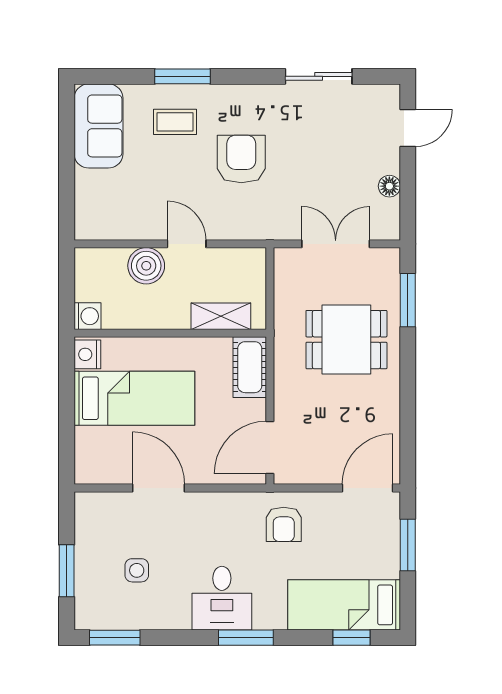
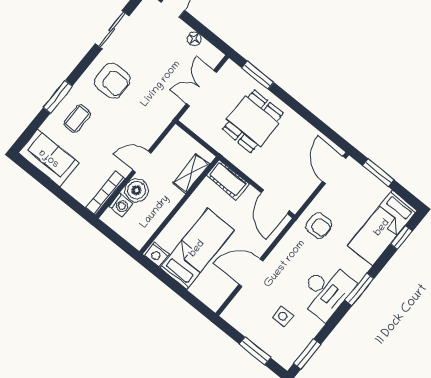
armchair: (241, 159) -> (112, 81), moved, turned 180
bookcase: (112, 231) -> (106, 193), added
washing machine: (88, 316) -> (121, 205), moved, turned 90
desk: (222, 598) -> (326, 291), width x1.37

